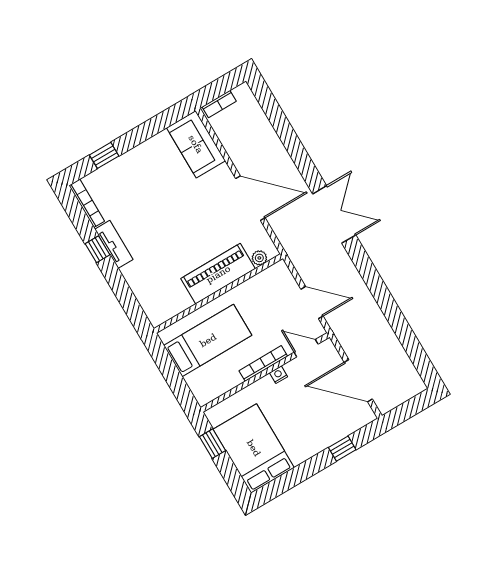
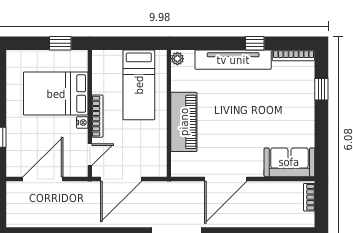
tv unit: (114, 244) -> (233, 60), width x1.92, depth x1.29
plant: (259, 258) -> (177, 59), moved
door: (312, 303) -> (121, 179), width x1.36
bed: (254, 448) -> (56, 94), moved, turned 180

